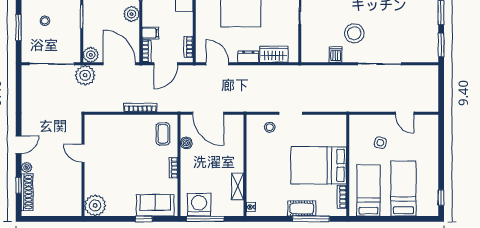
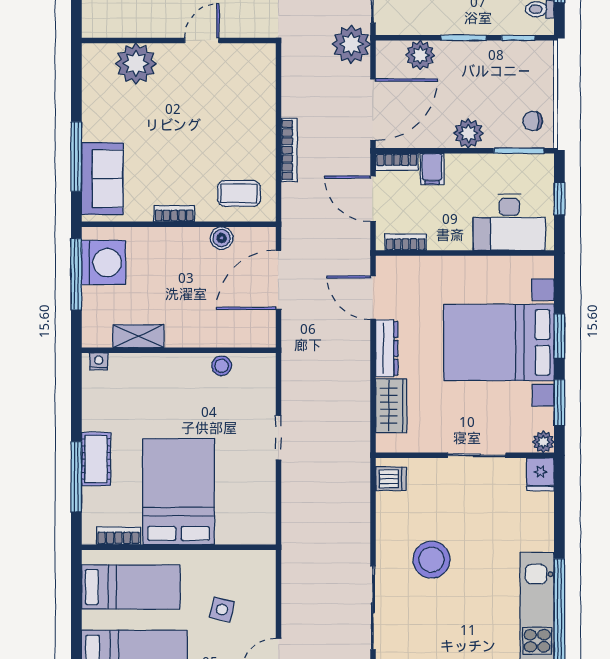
dishwasher: (335, 54) -> (391, 479), moved
plant: (91, 55) -> (420, 55), moved
dresser: (248, 57) -> (387, 348), width x1.44
door: (217, 64) -> (373, 298), swing flipped
stool: (270, 127) -> (222, 366), moved
plant: (95, 205) -> (136, 64), moved
window: (144, 219) -> (76, 157), width x2.17

